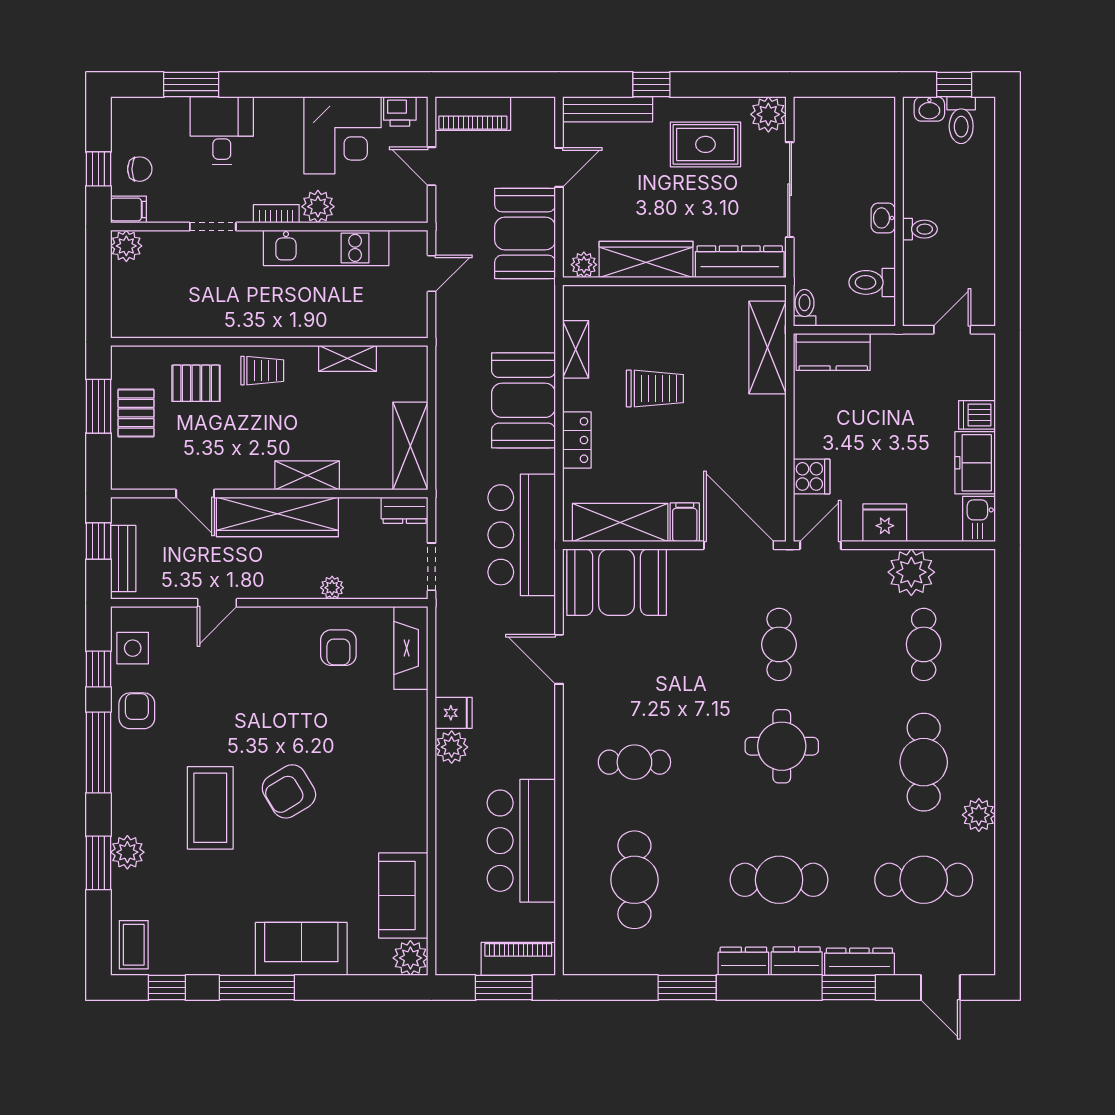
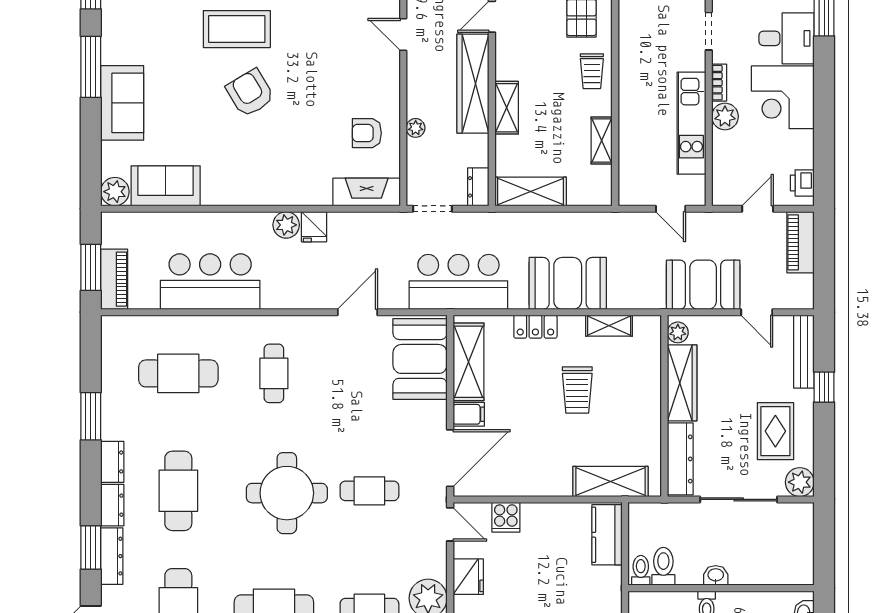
corner desk: (343, 135) -> (783, 97), moved
toilet: (805, 308) -> (641, 570), moved, turned -90
round table: (782, 746) -> (287, 493), width x1.36, depth x1.36

